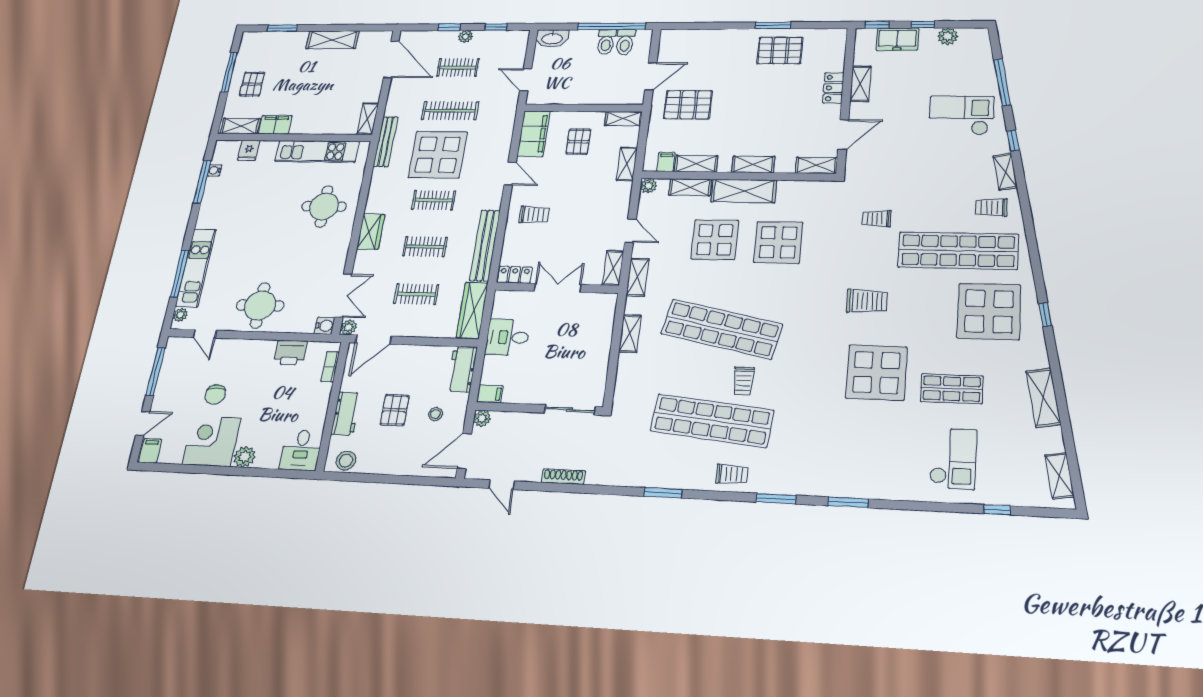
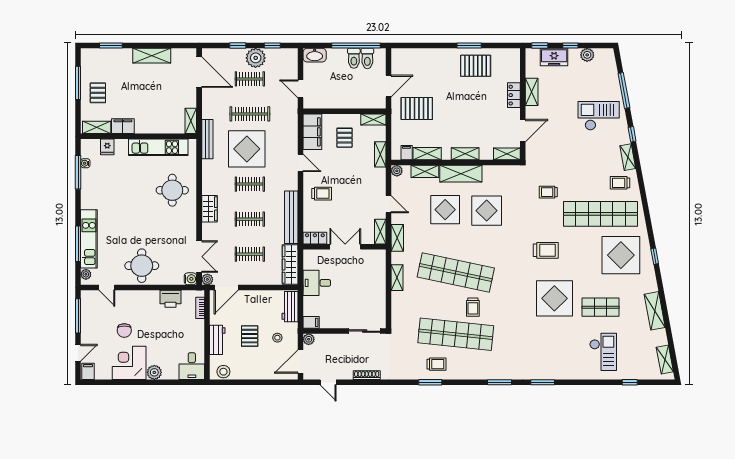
plant: (465, 36) -> (256, 58), width x1.88, depth x1.88
trolley: (732, 474) -> (436, 364), moved

